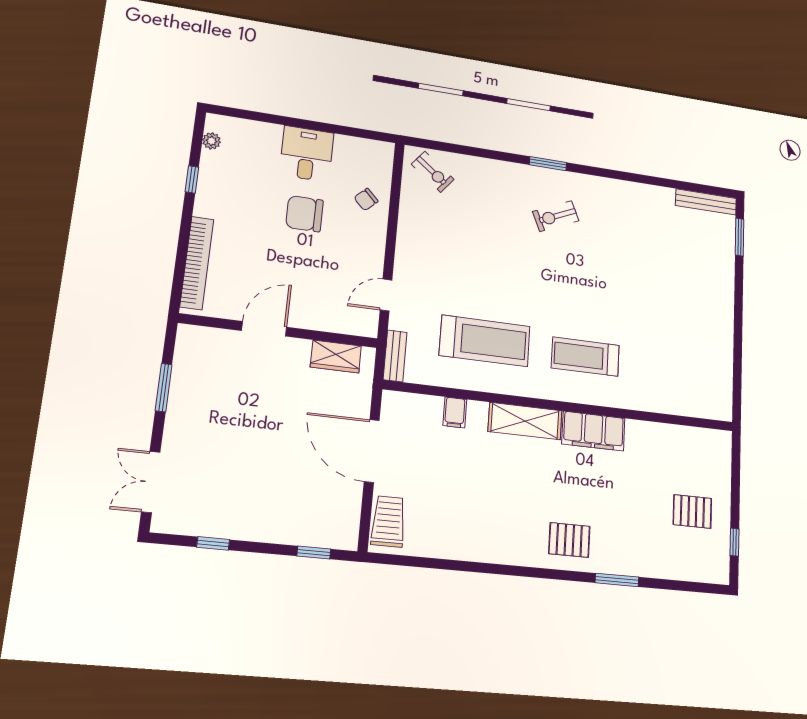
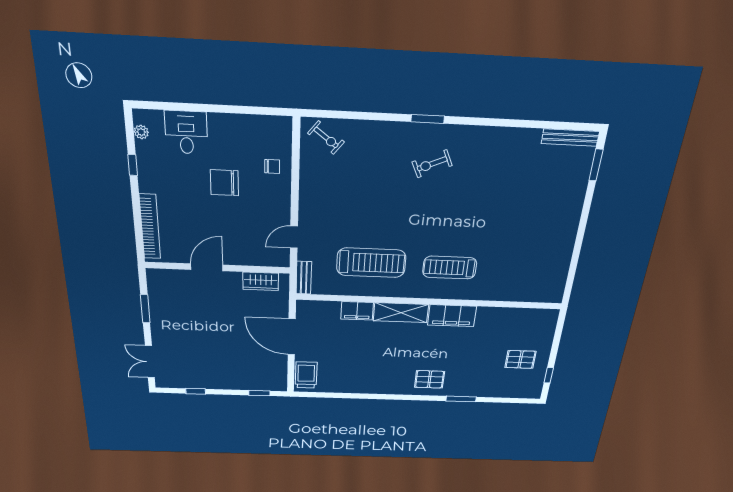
desk: (307, 154) -> (186, 132), moved
chair: (366, 199) -> (272, 166), turned -136
filing cabinet: (455, 412) -> (357, 311), width x2.00

